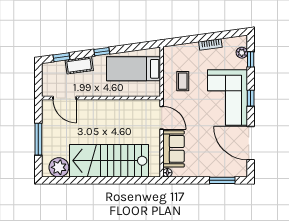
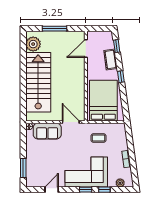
window: (251, 59) -> (104, 190), moved
bed: (133, 69) -> (103, 101), width x1.50
door: (162, 118) -> (71, 122), swing flipped
door: (251, 143) -> (52, 190), width x0.53

